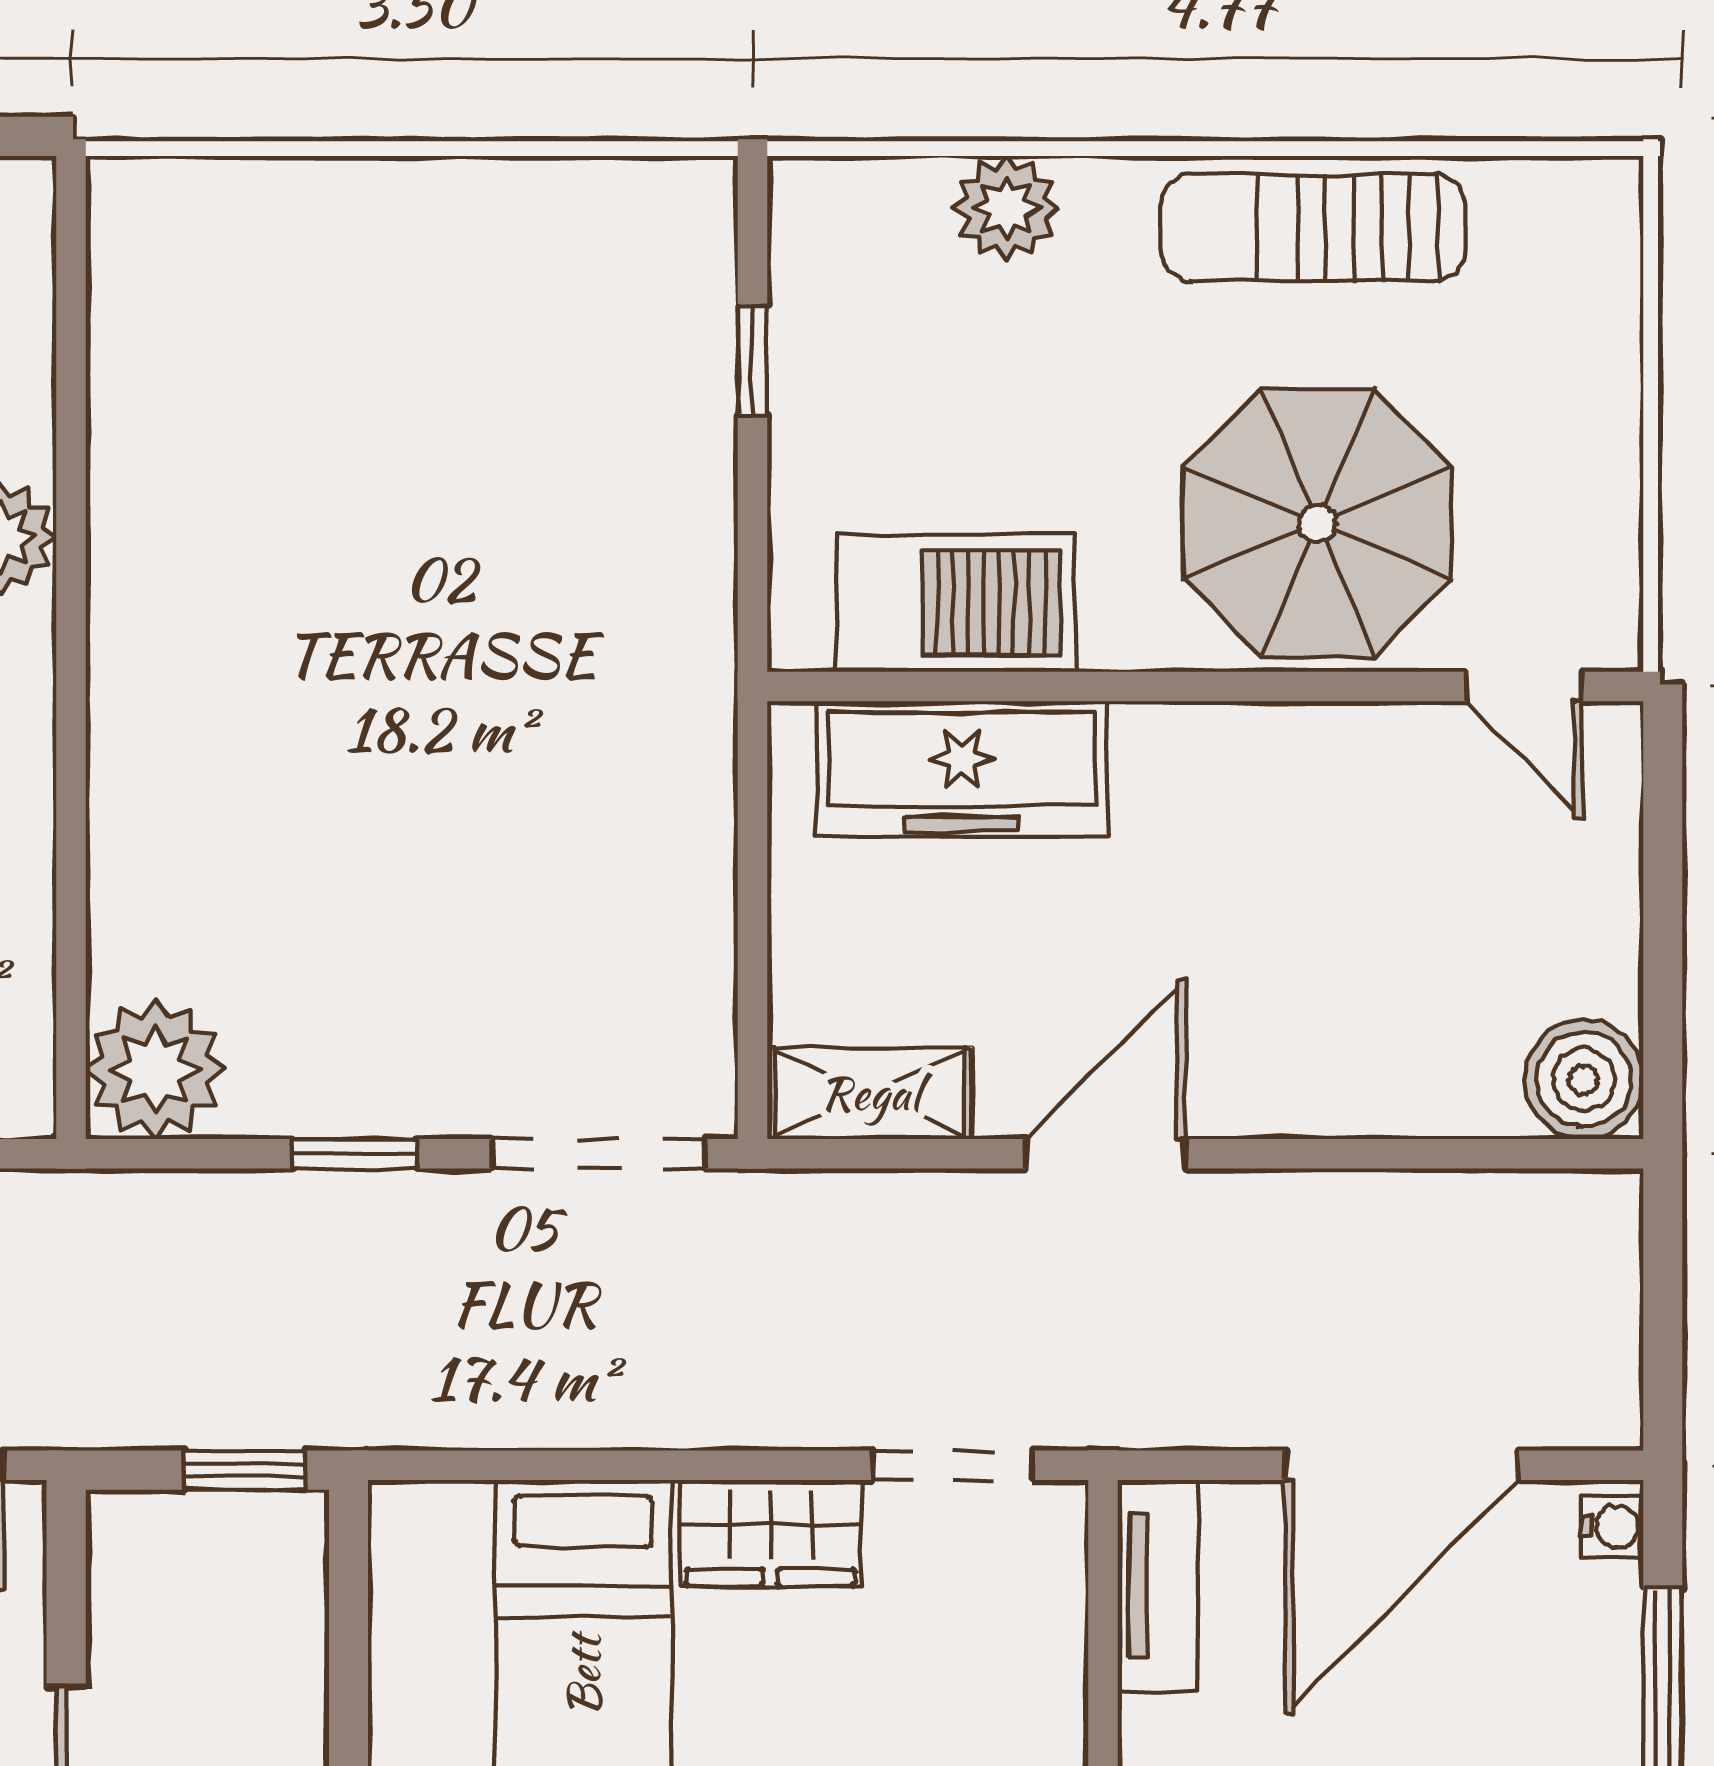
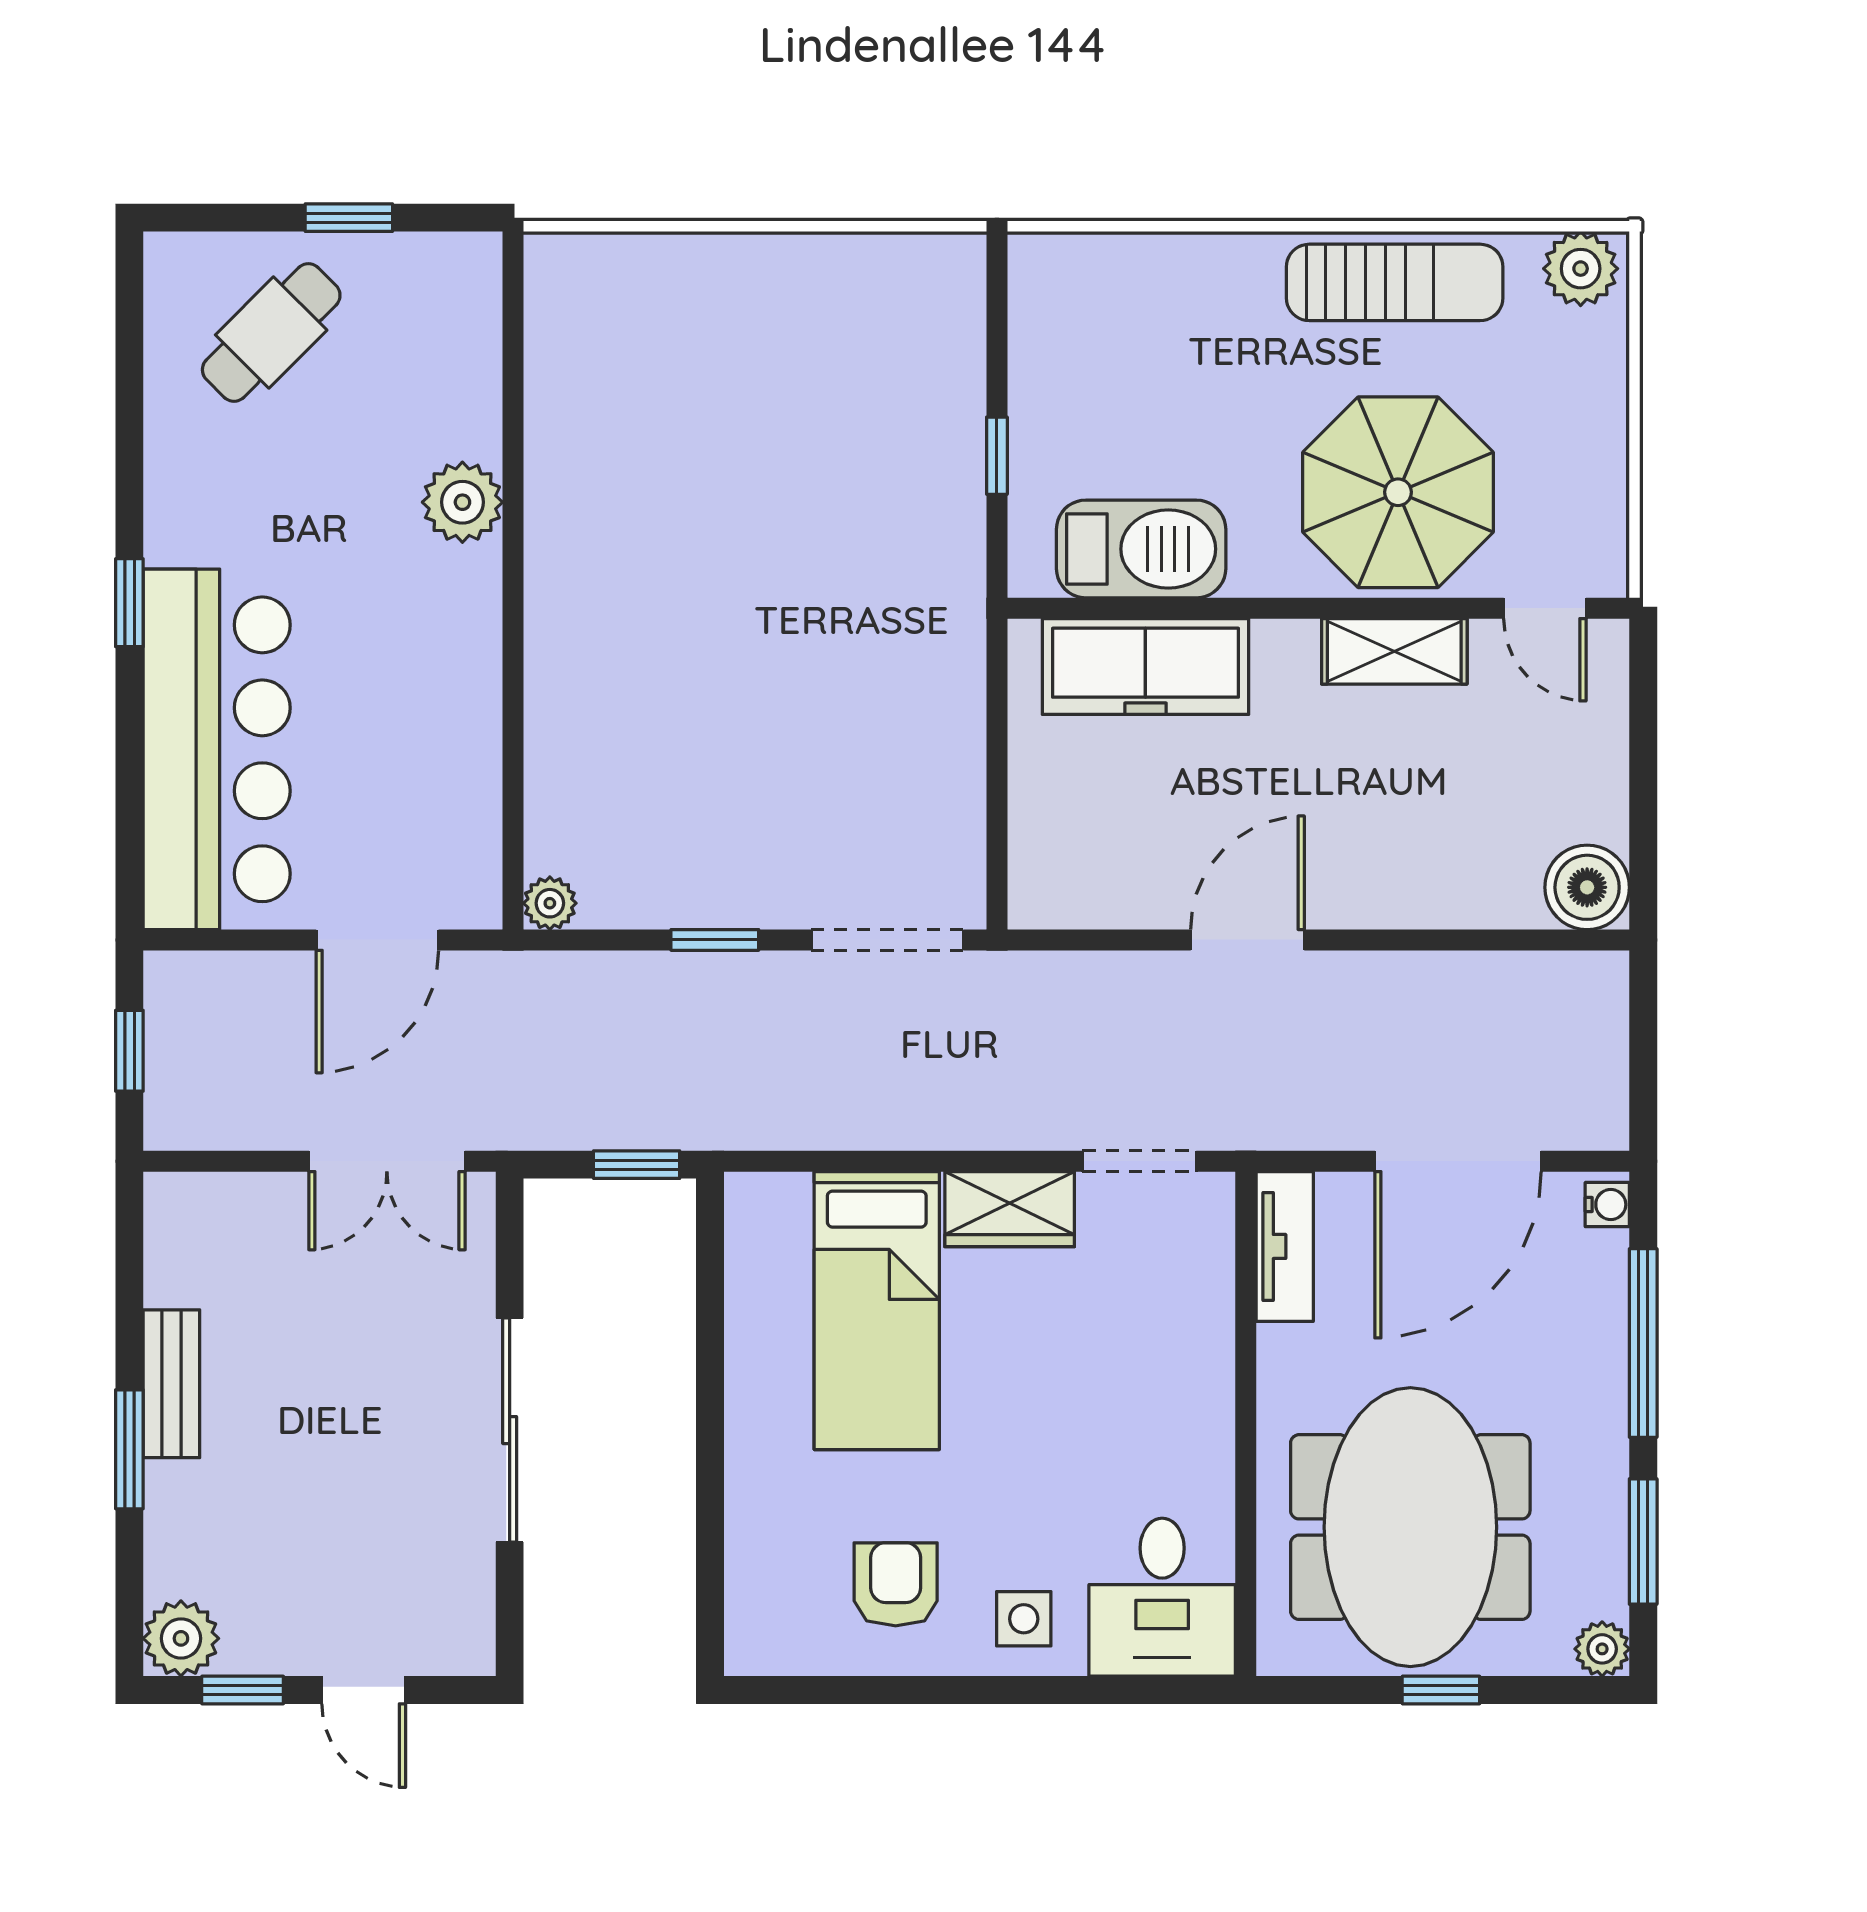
plant: (1006, 208) -> (1581, 269), moved
sun lounger: (1313, 228) -> (1395, 282), turned 180
window: (752, 360) -> (997, 456), moved
plant: (155, 1069) -> (550, 903), width x0.53, depth x0.53
shelving: (870, 1093) -> (1394, 651), moved

